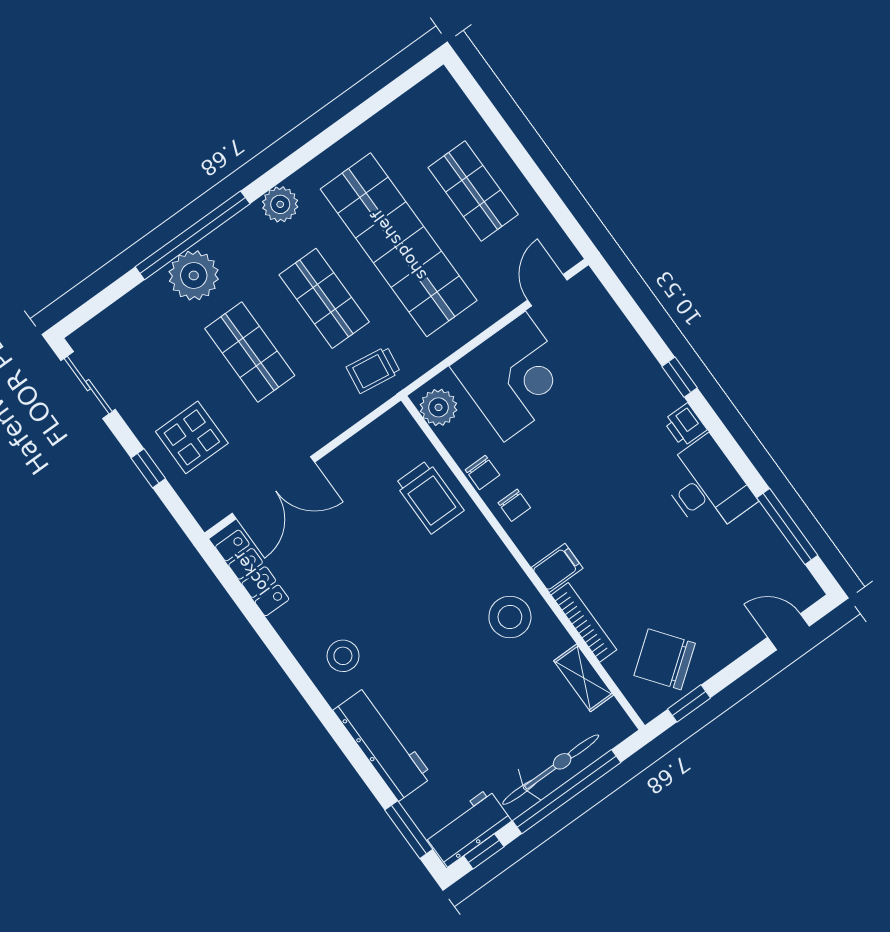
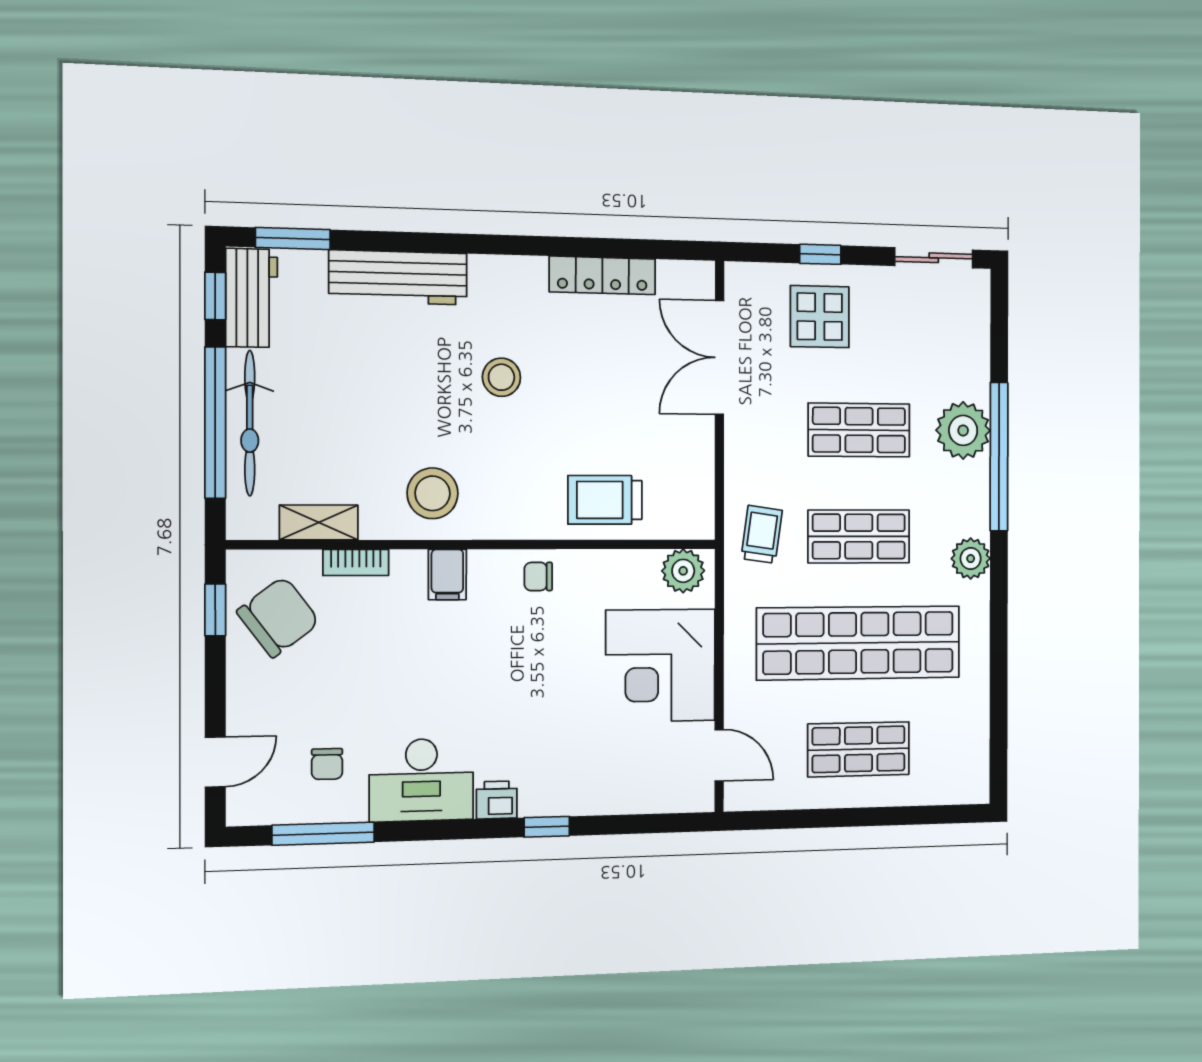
chair: (482, 472) -> (327, 764), moved, turned -90
locker: (252, 573) -> (602, 275), moved
bookcase: (584, 622) -> (356, 563), width x0.64
stool: (343, 656) -> (501, 377), moved

